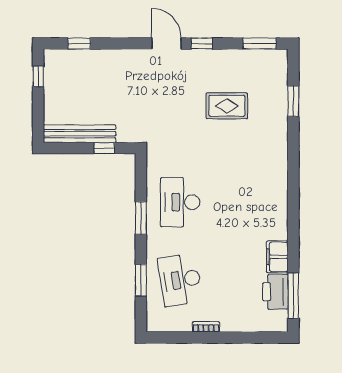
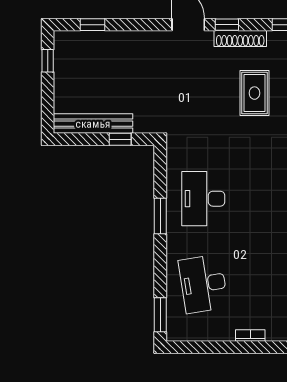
shoe rack: (214, 56) -> (240, 39), added
rug: (227, 106) -> (254, 93), turned 90
window: (141, 280) -> (160, 315), moved
bookcase: (206, 327) -> (250, 335), moved

